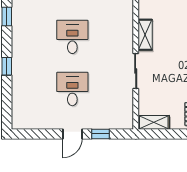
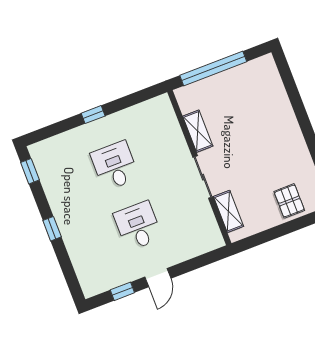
shelving: (154, 122) -> (229, 211), moved, turned 90
window: (100, 134) -> (122, 291), moved

